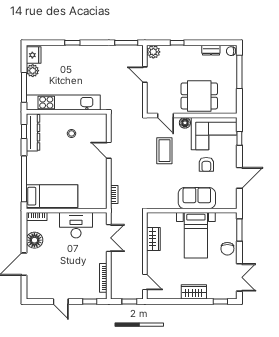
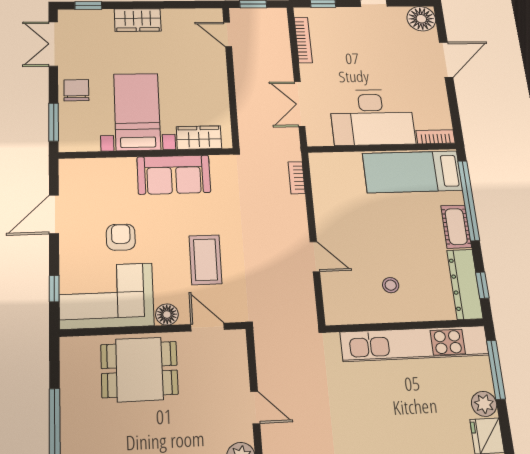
cot: (33, 164) -> (456, 227), added
sofa: (197, 198) -> (174, 175), moved
desk: (76, 225) -> (372, 117), width x1.36, depth x1.30
wardrobe: (153, 239) -> (199, 138), moved, turned 90
floor lamp: (34, 240) -> (421, 19), moved

